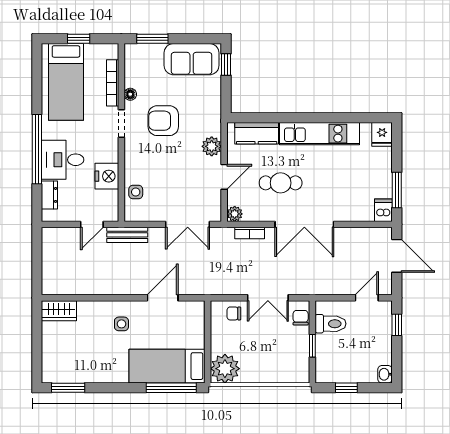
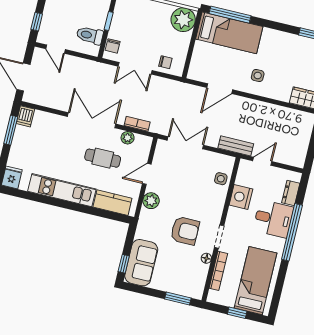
sofa: (192, 59) -> (141, 263), moved, turned 90
plant: (235, 214) -> (128, 138), moved
double door: (268, 298) -> (135, 68), swing flipped
door: (367, 298) -> (56, 49), hinge flipped

